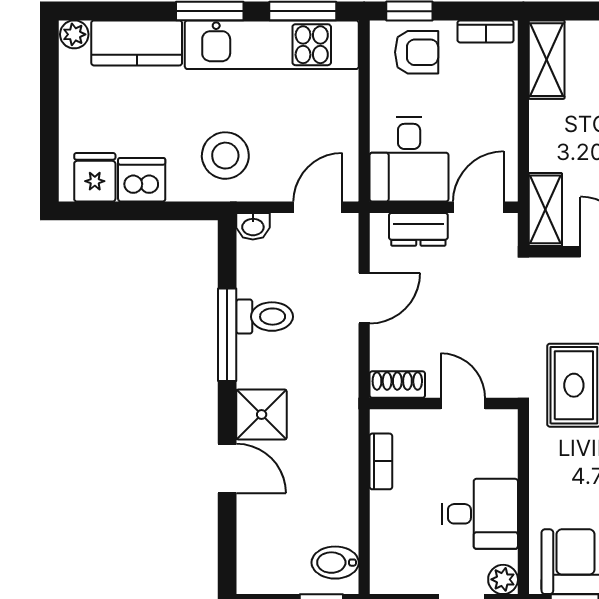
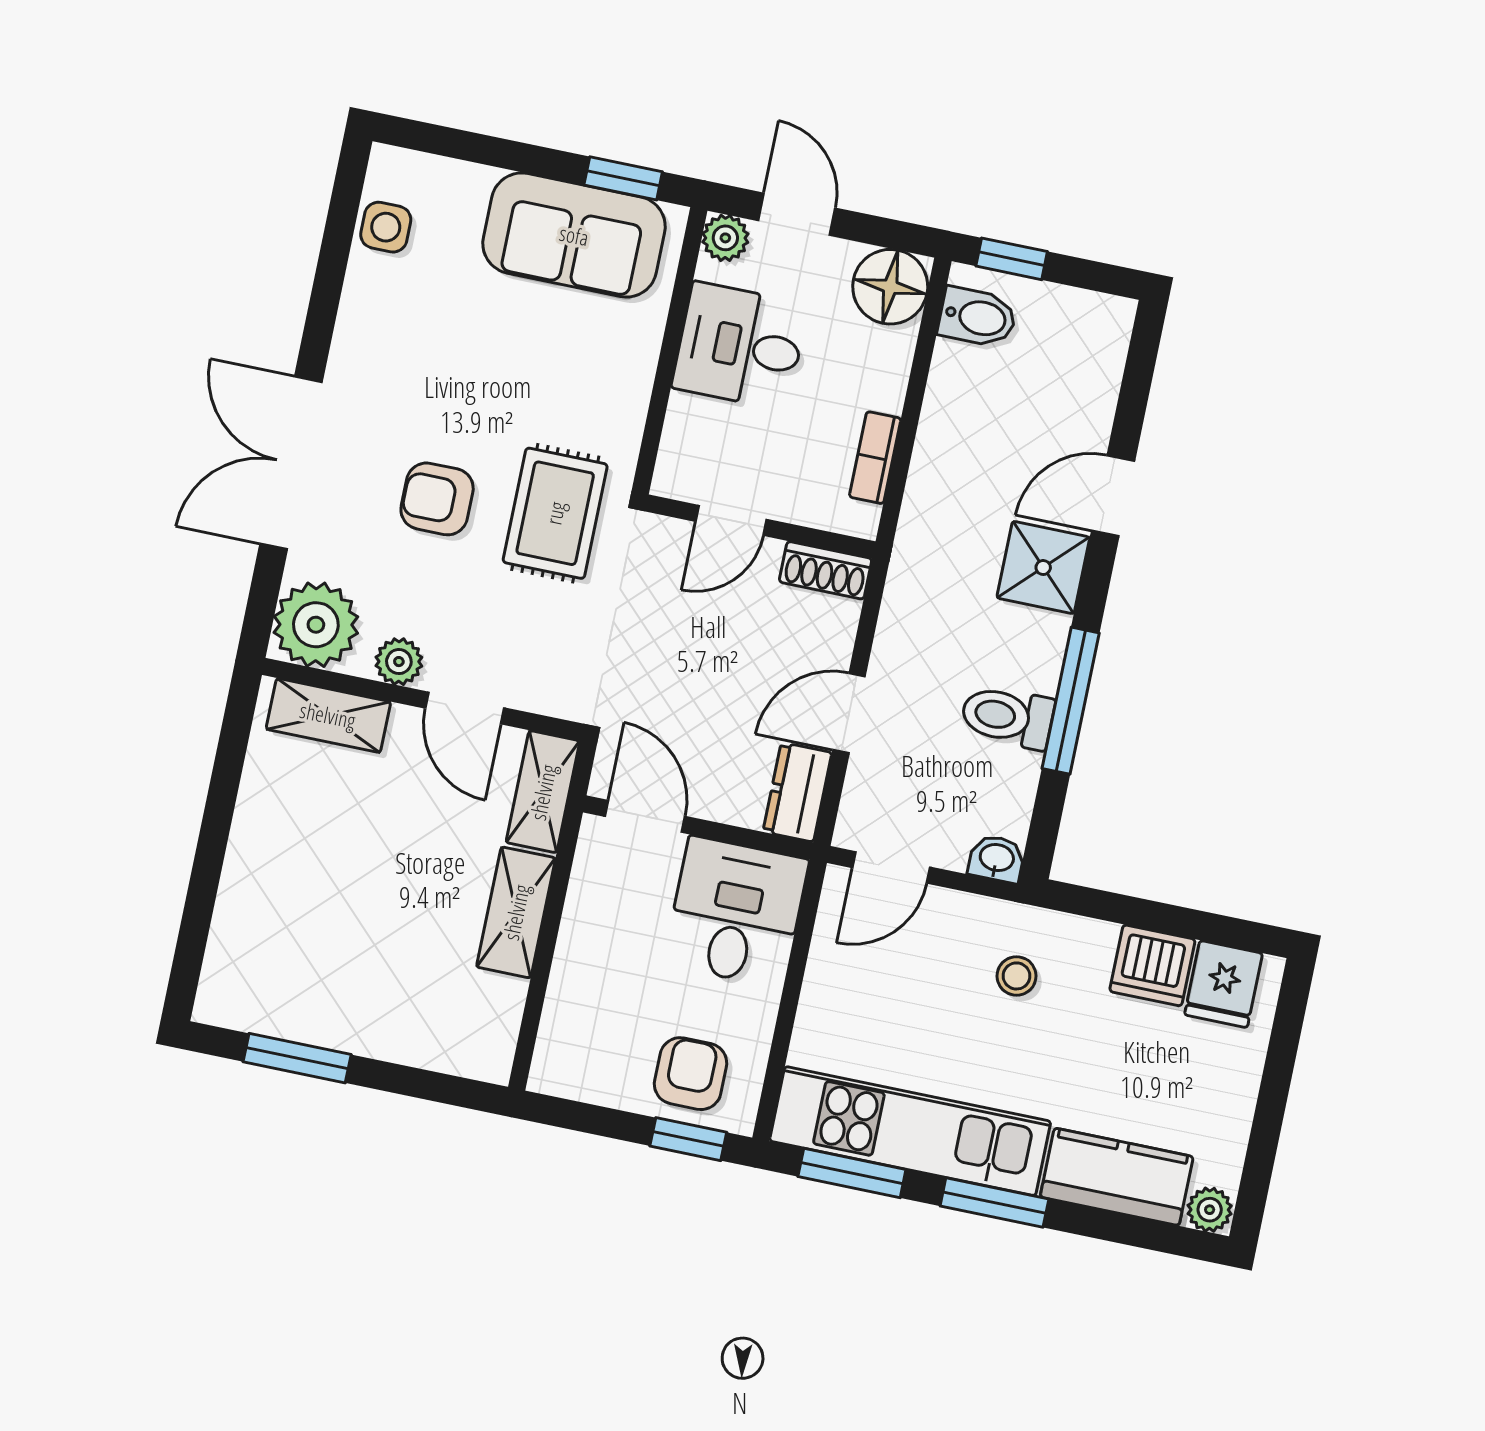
bookcase: (486, 31) -> (578, 1084), removed
armchair: (417, 52) -> (691, 1074), turned 90
shelving: (547, 60) -> (516, 912), moved
stool: (225, 156) -> (1017, 976), width x0.53, depth x0.53
door: (478, 207) -> (645, 816), swing flipped
dresser: (418, 229) -> (797, 792), moved, turned -90
door: (463, 404) -> (731, 520), hinge flipped
door: (227, 468) -> (1113, 496), hinge flipped
floor lamp: (394, 570) -> (890, 287), added

